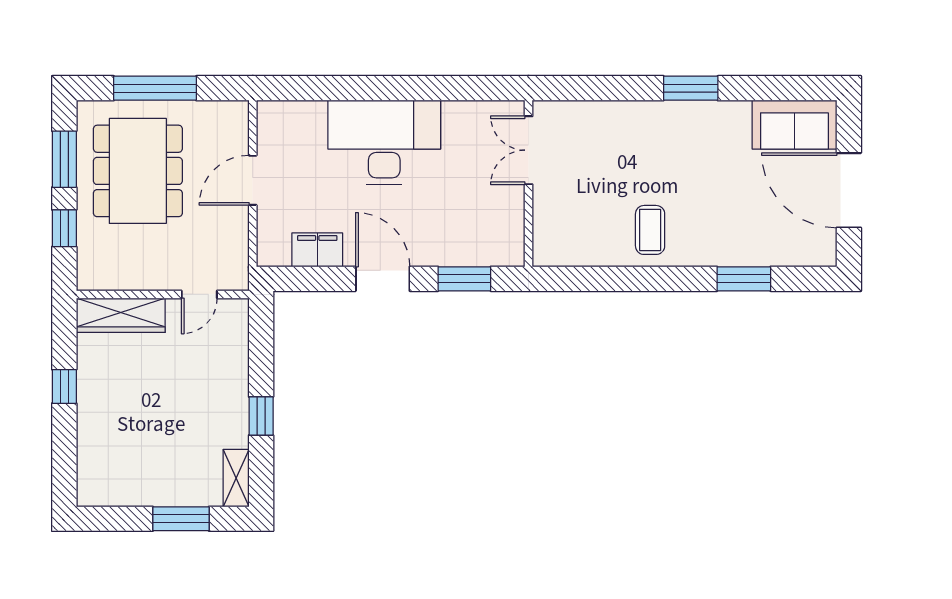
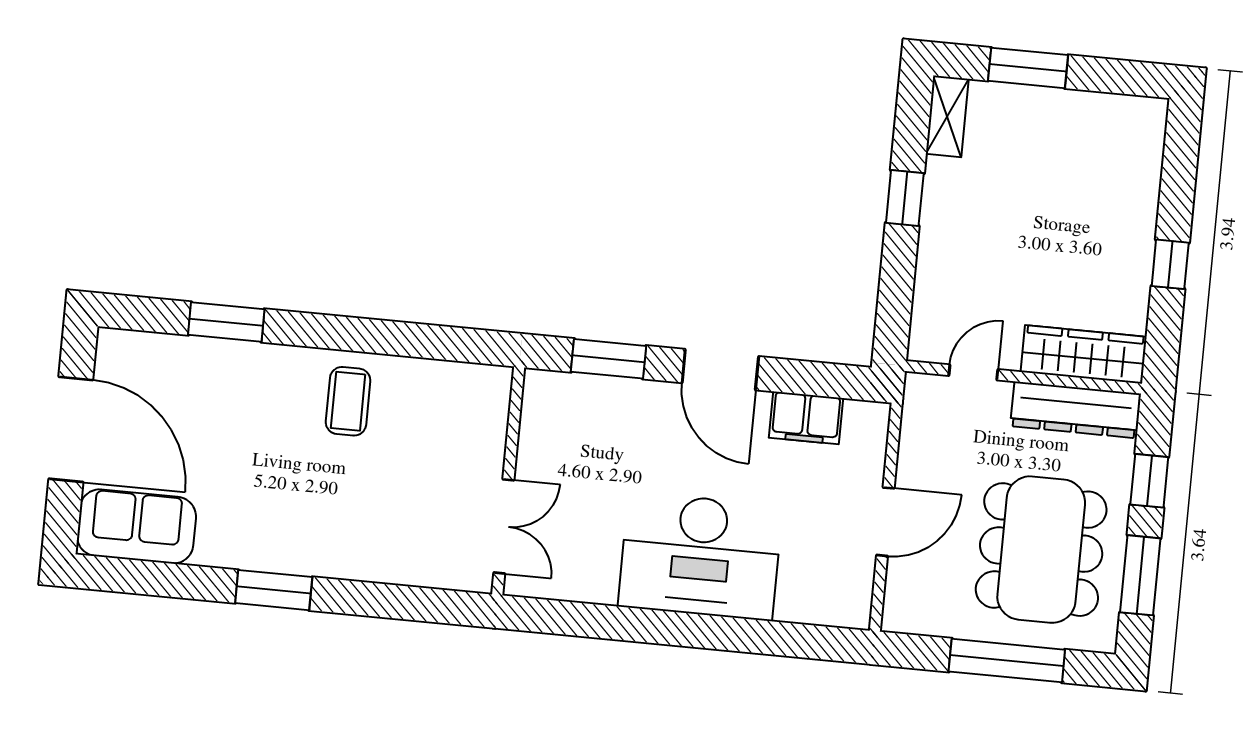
dresser: (123, 274) -> (1075, 410), added

